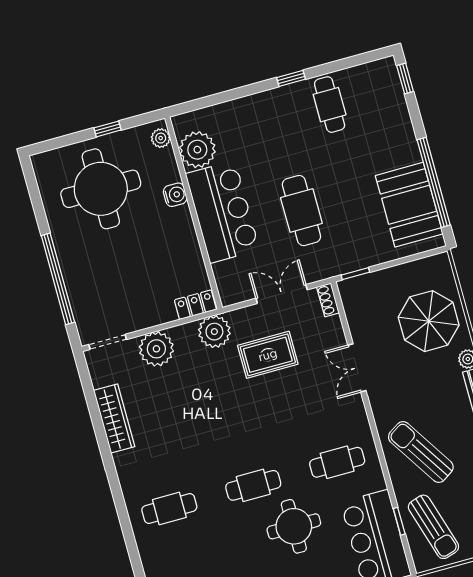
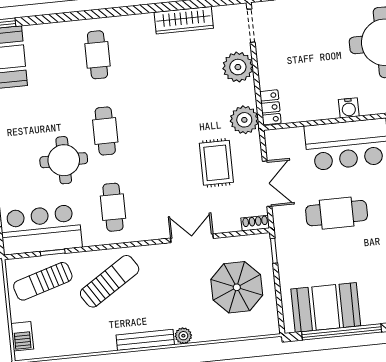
water cooler: (175, 195) -> (349, 108), moved
parasol: (429, 321) -> (237, 287), moved

